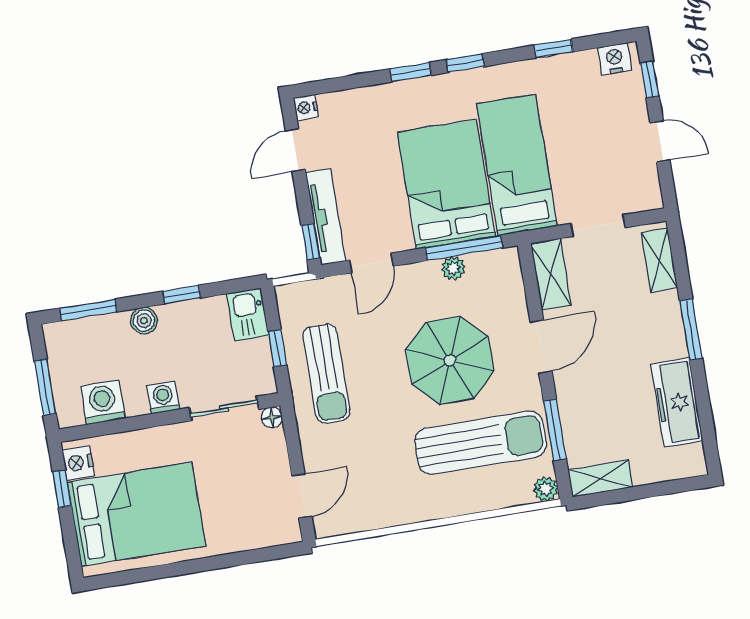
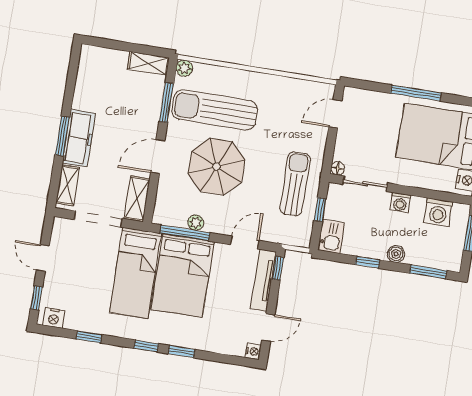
doorway: (598, 226) -> (98, 219), width x1.38
freezer: (677, 402) -> (79, 138), moved
window: (194, 566) -> (416, 93), added

